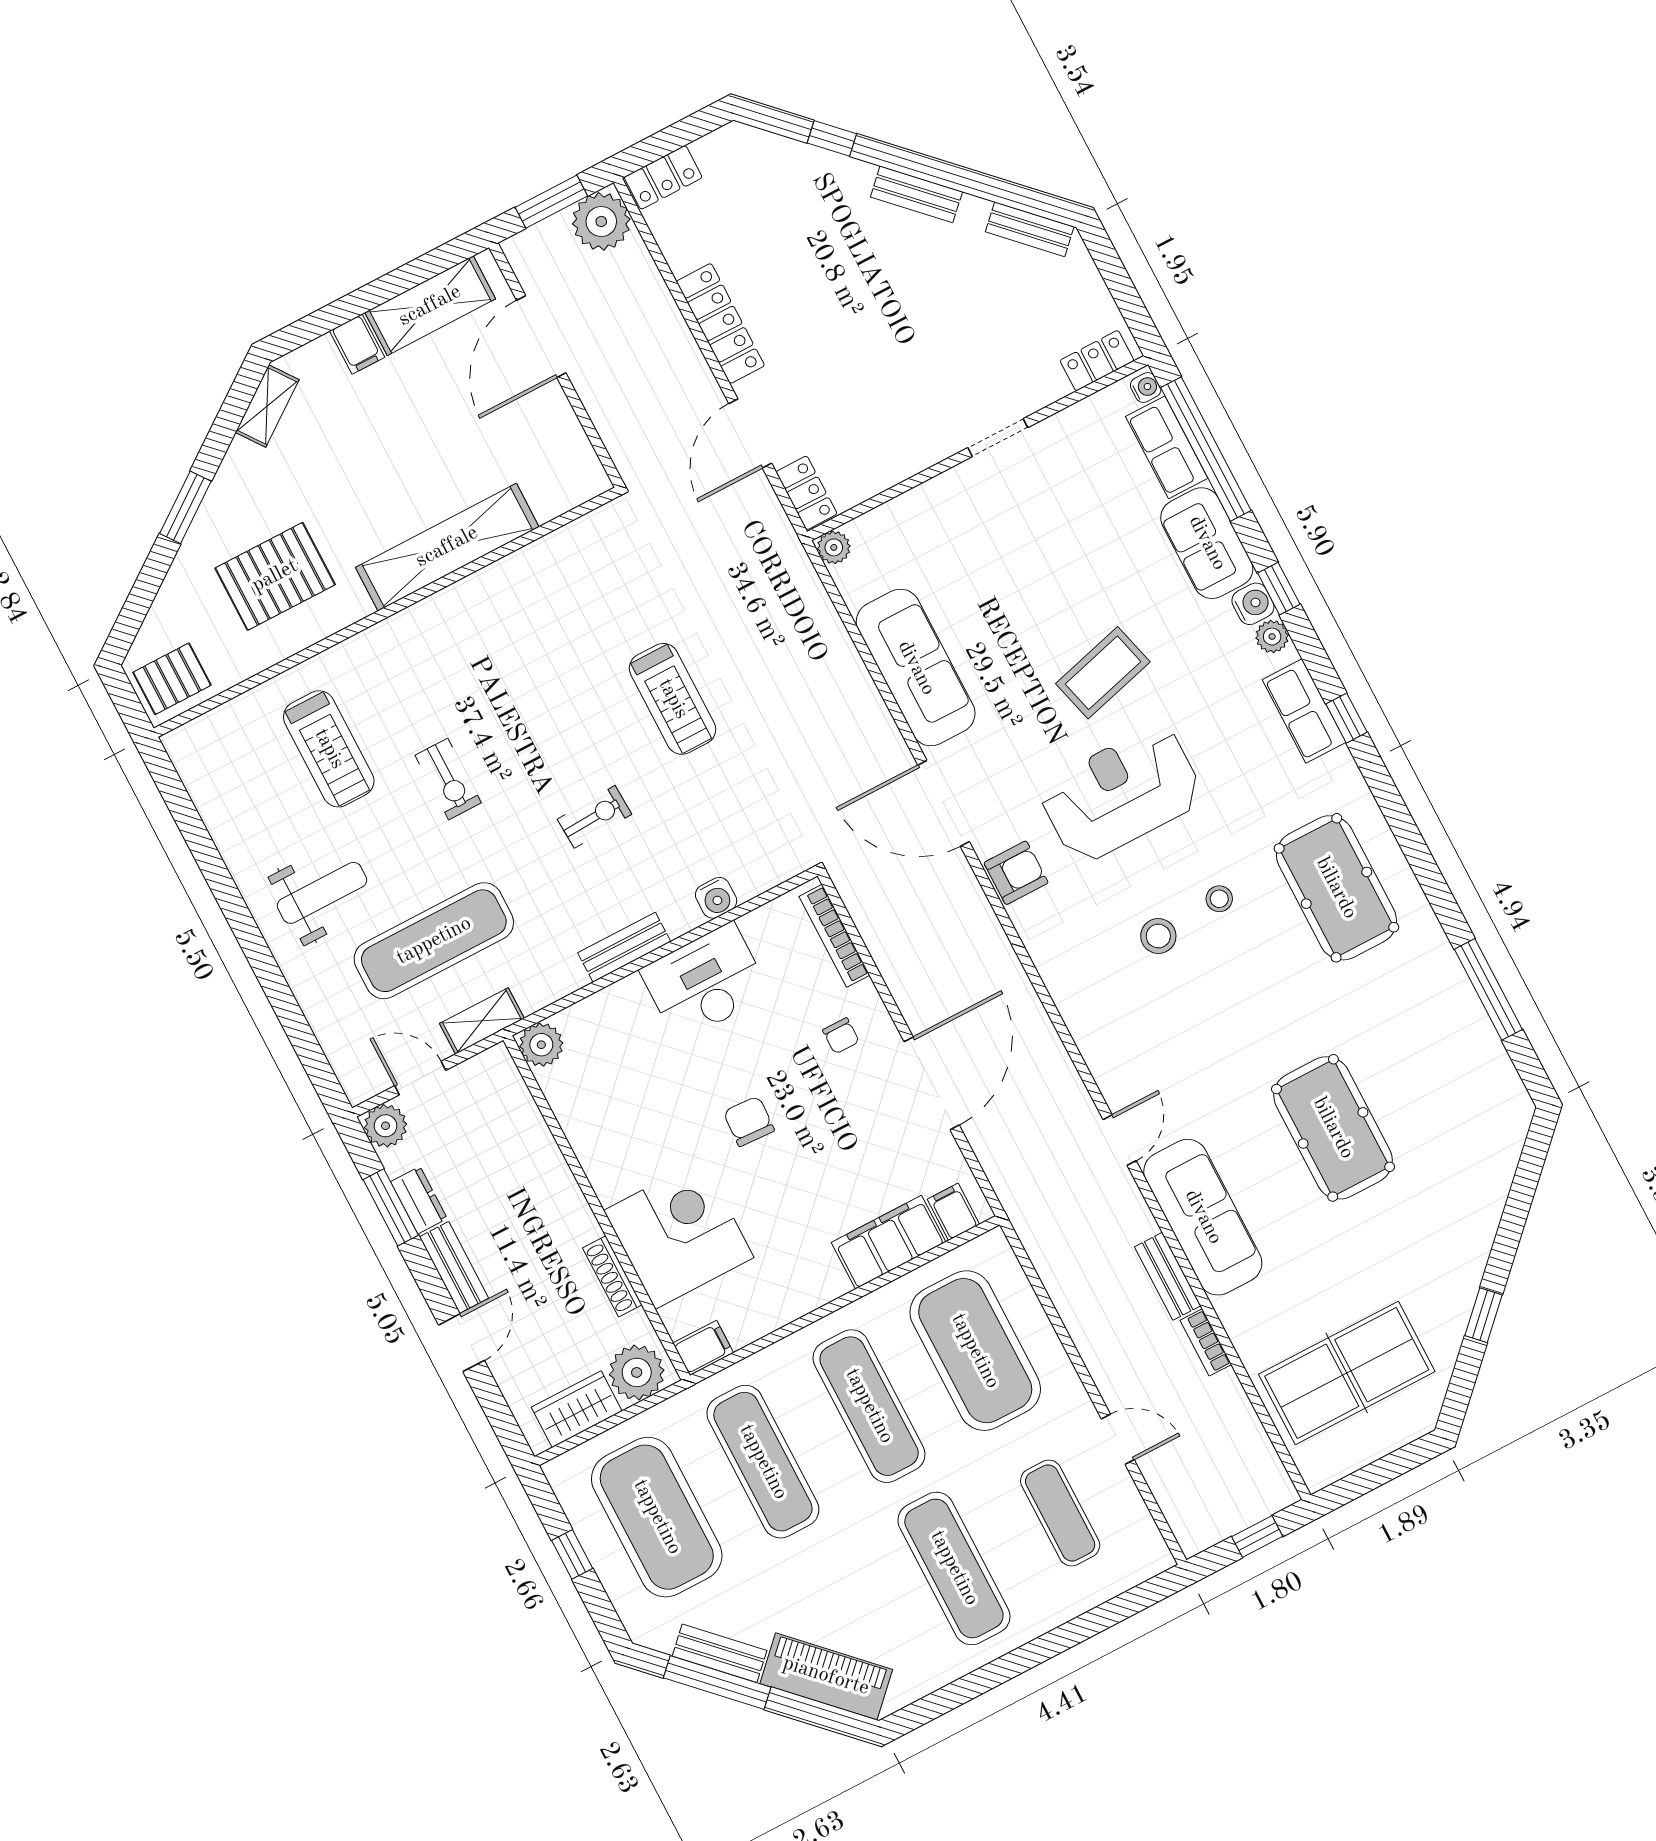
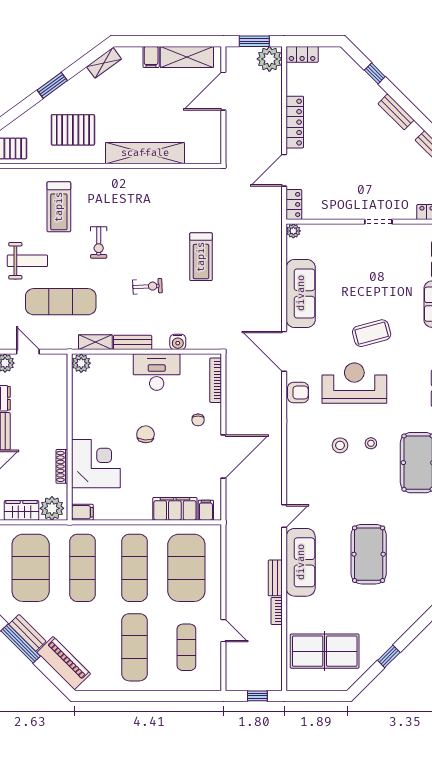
shelving: (482, 1021) -> (95, 342), moved

